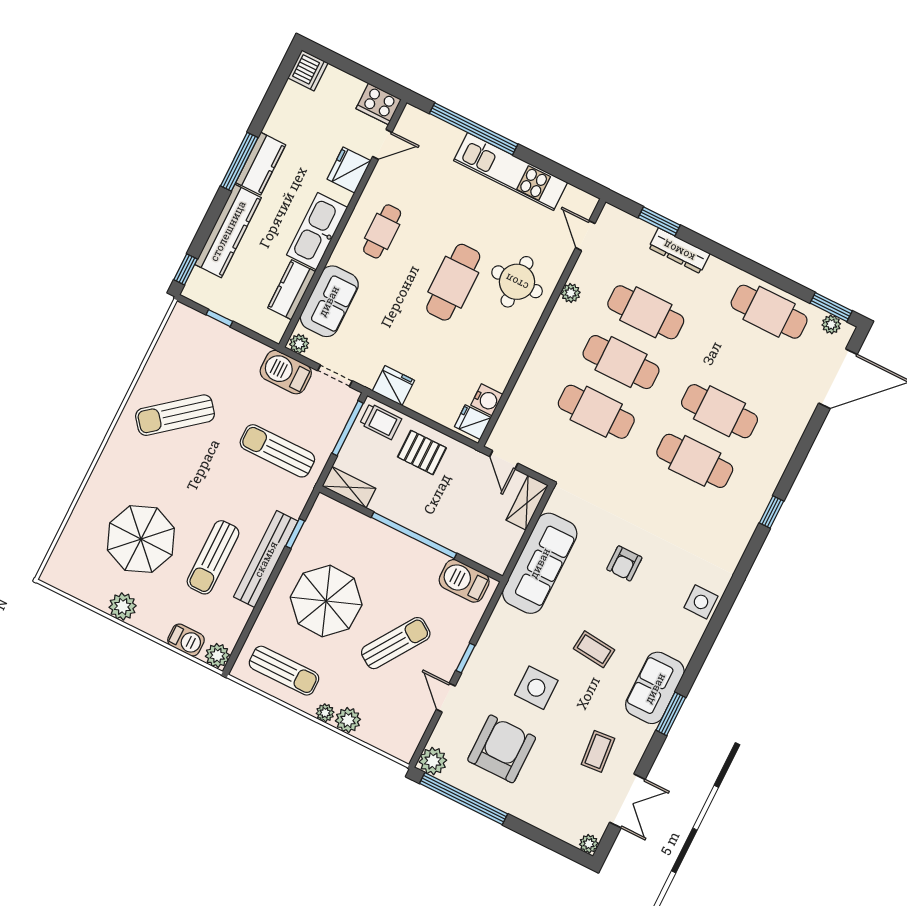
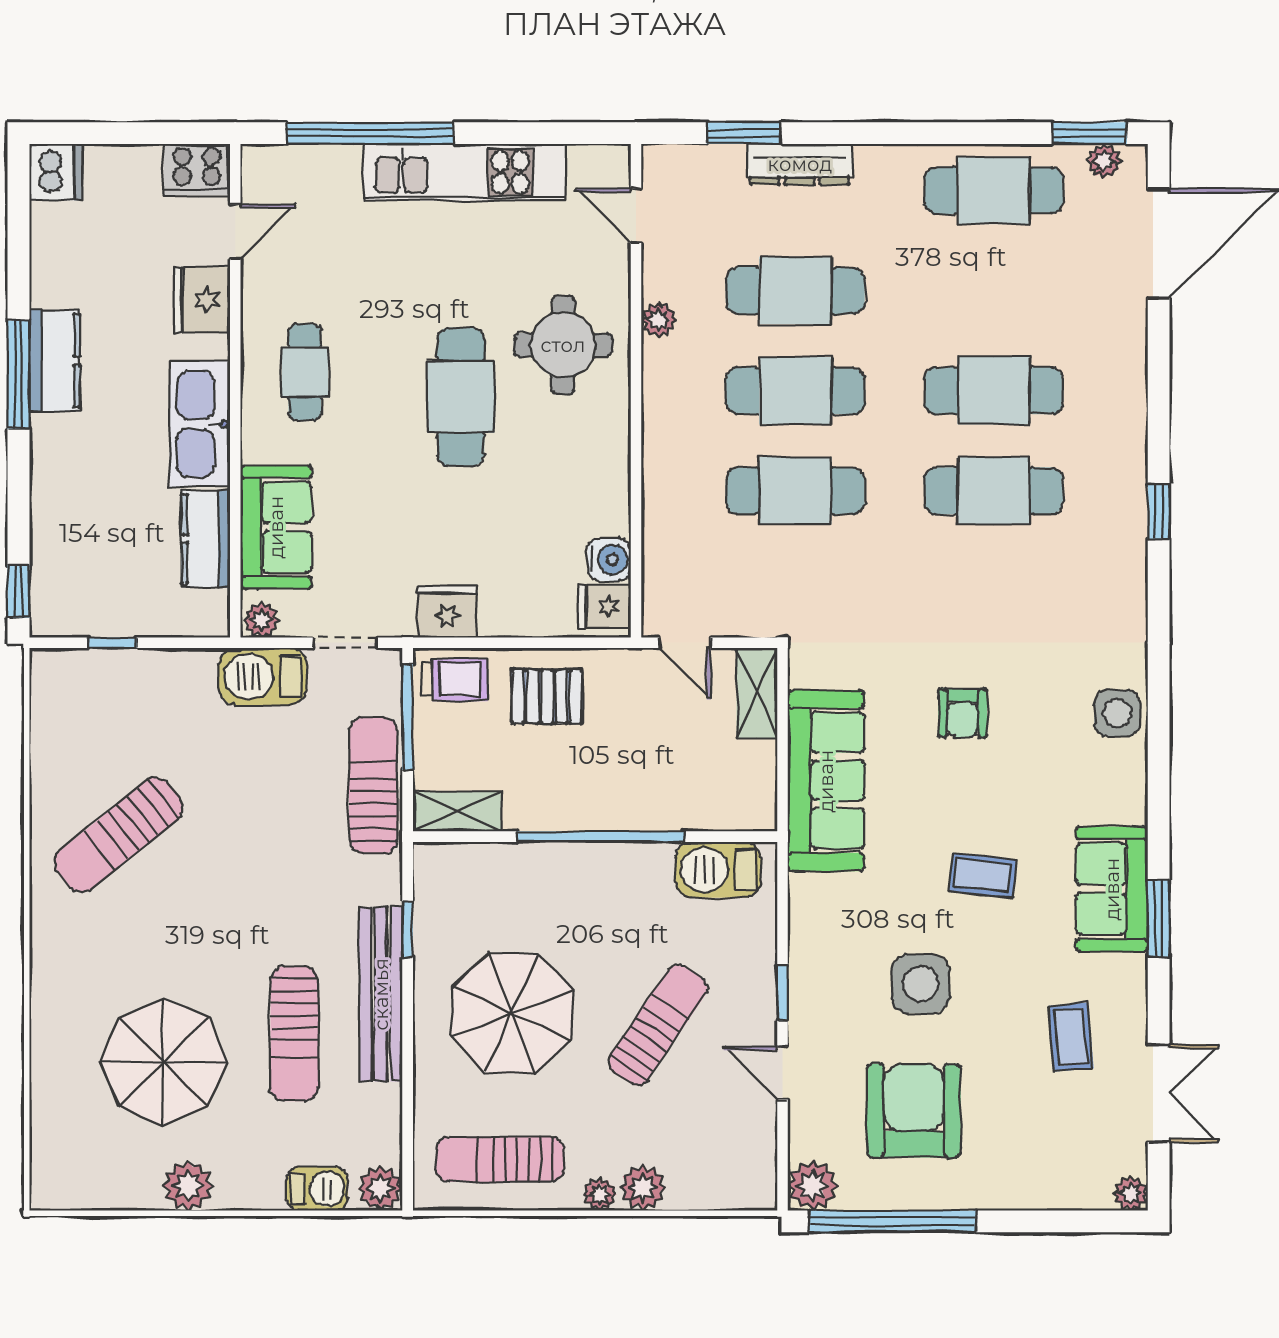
kitchen counter: (228, 231) -> (56, 495), removed
sun lounger: (277, 451) -> (373, 785), moved, turned 90
sun lounger: (284, 671) -> (500, 1159), turned 180

